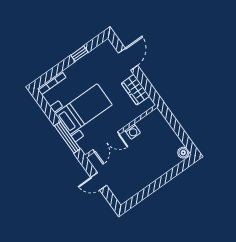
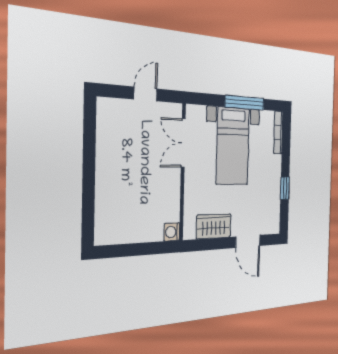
washing machine: (133, 132) -> (172, 232), moved
window: (67, 137) -> (245, 103), moved
boiler: (183, 153) -> (104, 236), removed

